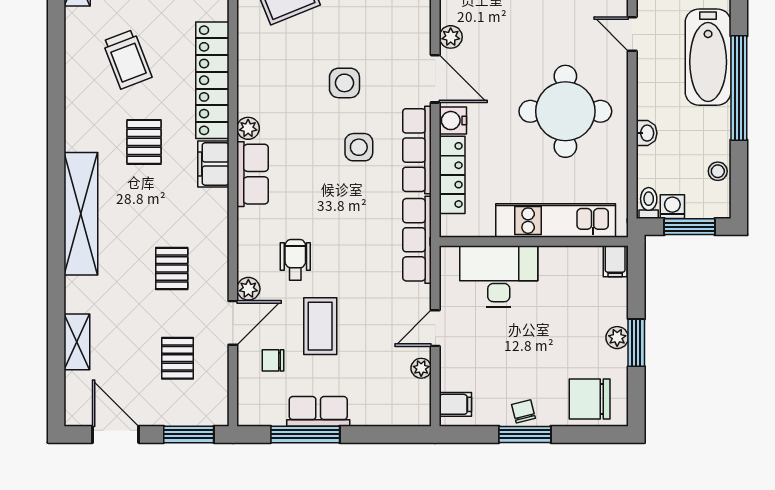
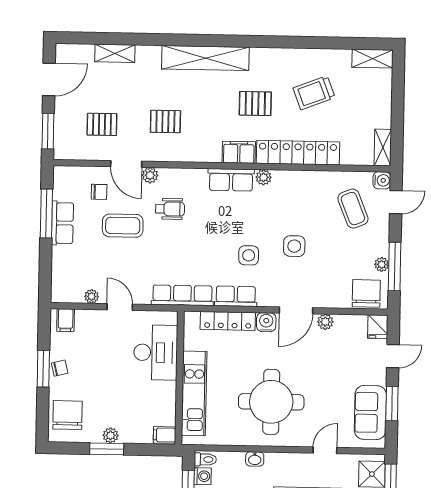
row of seats: (417, 150) -> (236, 296), width x0.68
chair: (273, 360) -> (99, 192), turned 90

